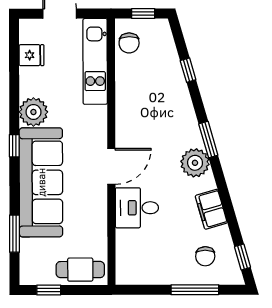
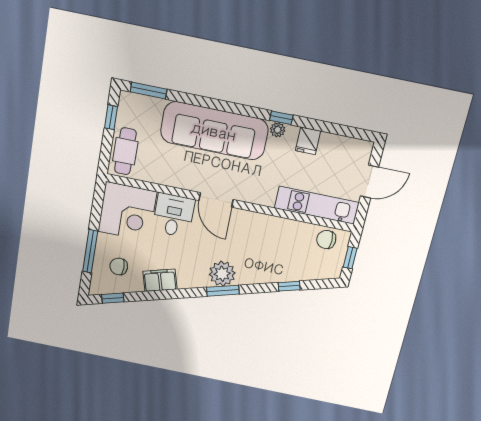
fridge: (32, 55) -> (308, 141), moved
plant: (33, 112) -> (278, 130), width x0.53, depth x0.53
window: (14, 146) -> (281, 118), moved
plant: (195, 163) -> (222, 274), moved
window: (14, 234) -> (149, 91), moved
corner desk: (143, 257) -> (127, 212), added

